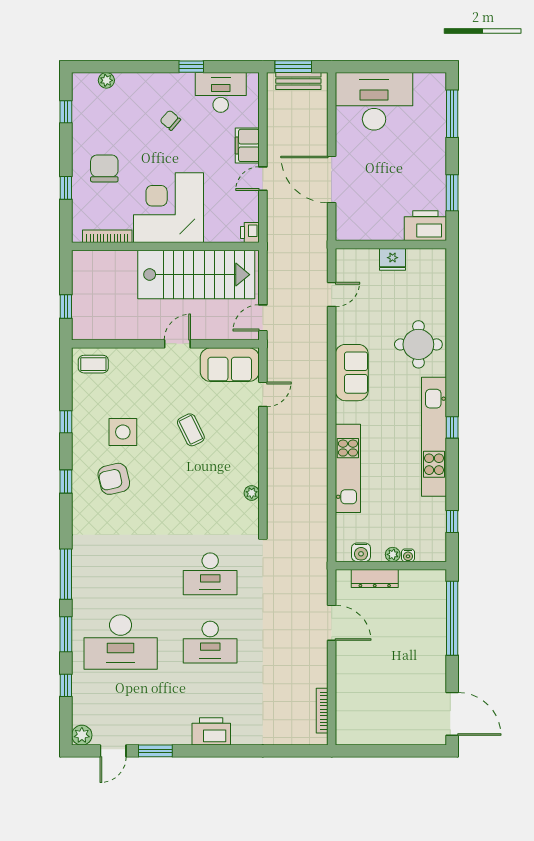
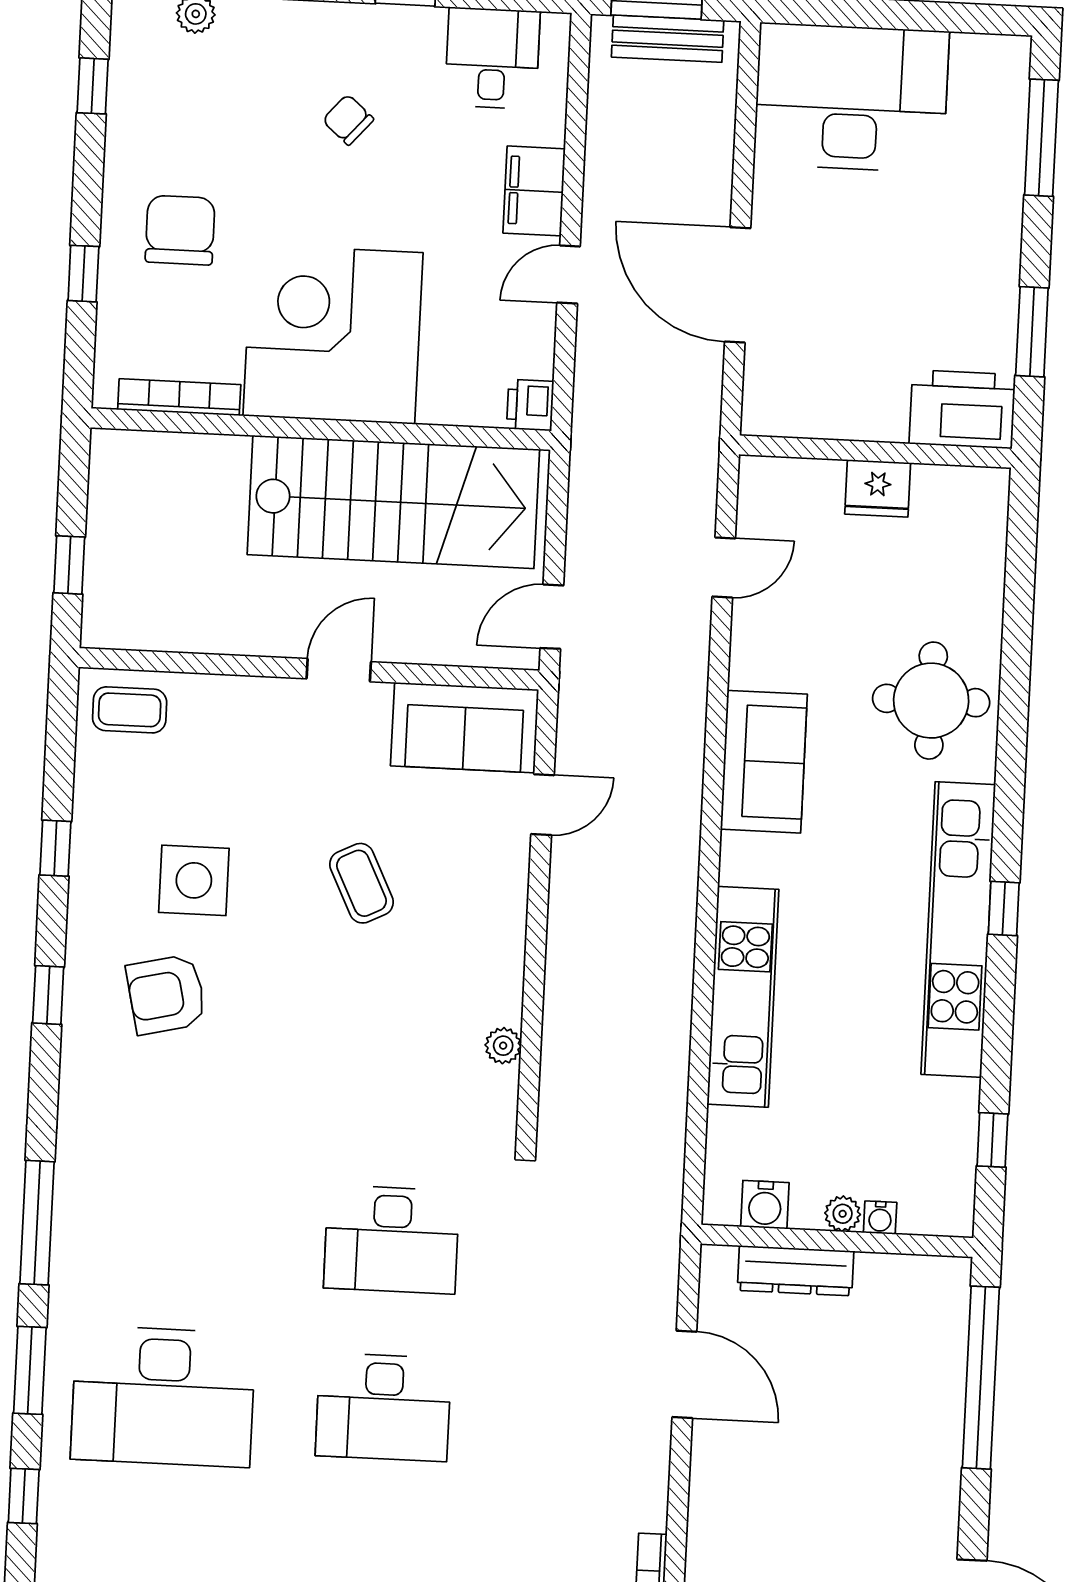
desk: (221, 92) -> (492, 58), width x0.73

